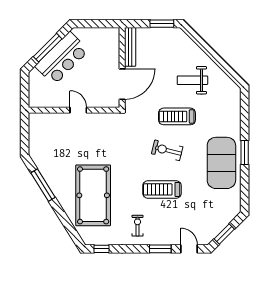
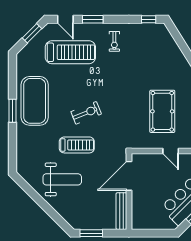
weight bench: (192, 80) -> (62, 179), width x1.36, depth x1.33
exercise bike: (167, 150) -> (86, 113), turned -36
treadmill: (162, 189) -> (70, 52), moved, width x1.37, depth x1.37
pool table: (93, 195) -> (162, 111), moved, width x0.73, depth x0.76

